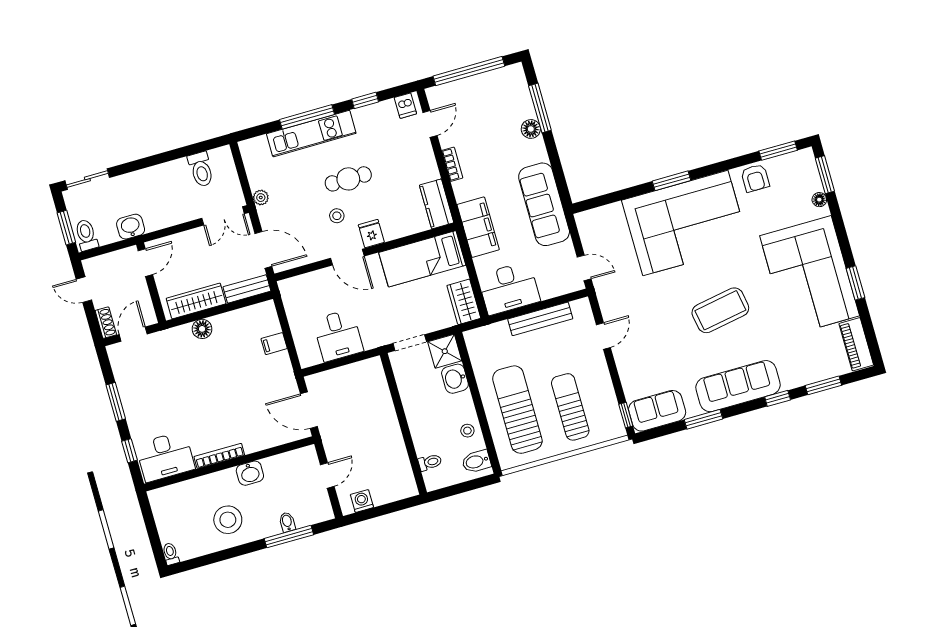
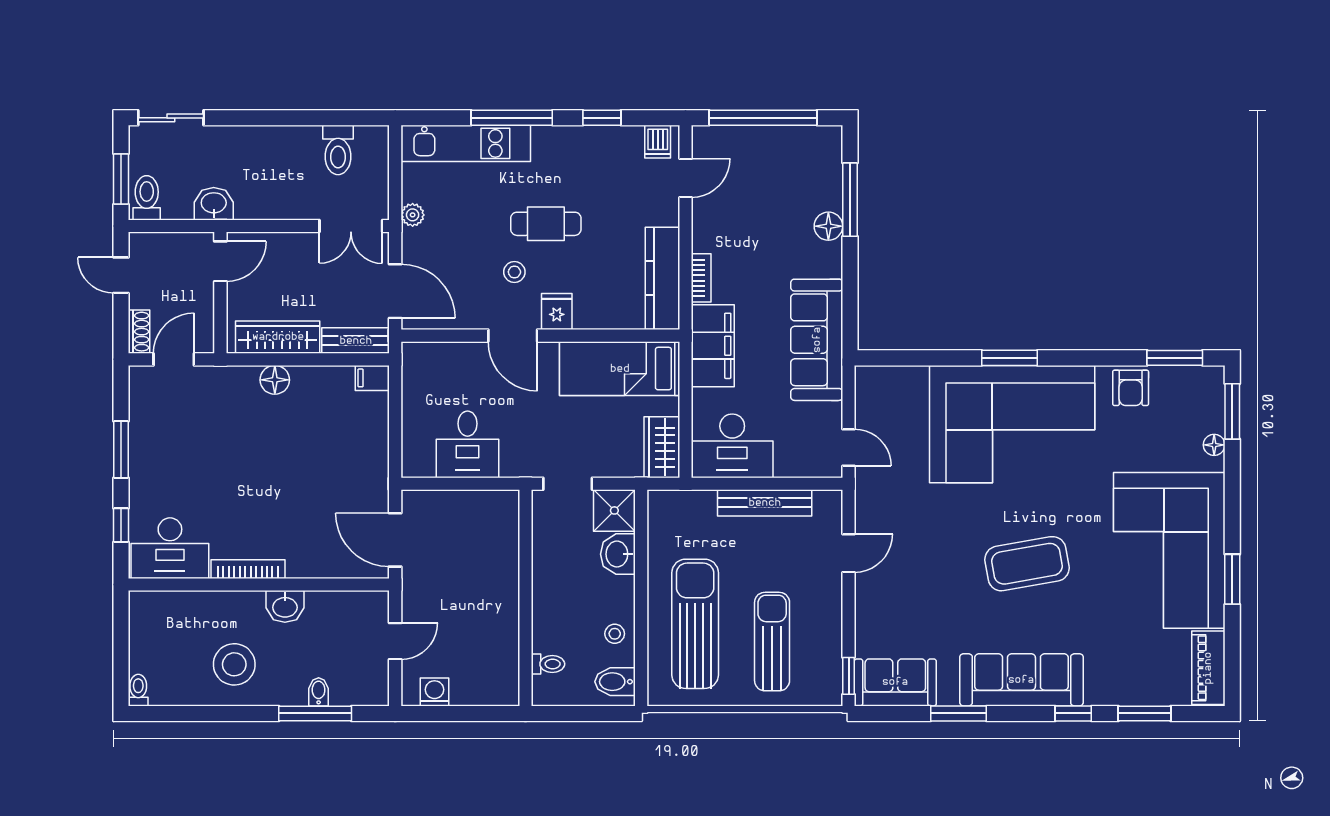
kitchen unit: (311, 134) -> (466, 143), moved
bookcase: (452, 164) -> (701, 278), moved
kitchen counter: (437, 204) -> (663, 278), width x1.50
filing cabinet: (274, 344) -> (372, 378), moved

